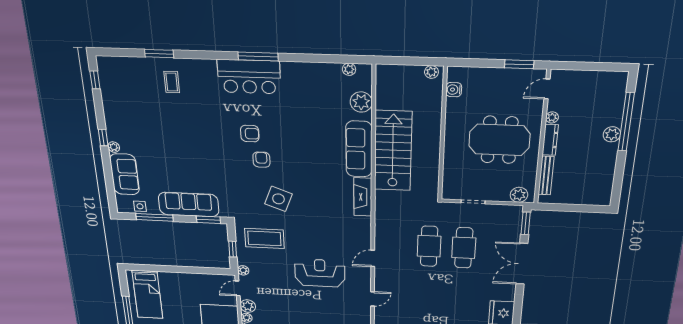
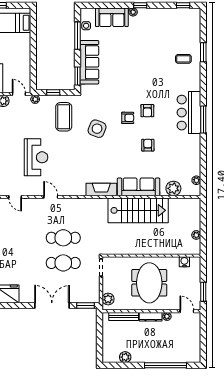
water cooler: (454, 90) -> (184, 262), moved
plant: (612, 134) -> (125, 357), moved
armchair: (299, 135) -> (148, 145), added
wall: (443, 135) -> (151, 256), moved

